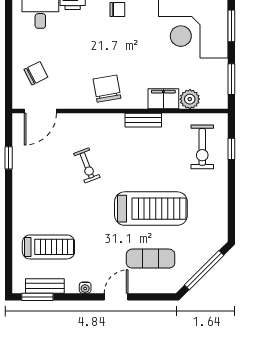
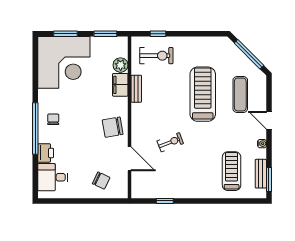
chair: (36, 73) -> (101, 181), turned 142
door: (40, 111) -> (129, 159), moved
bench: (143, 120) -> (136, 89), moved

